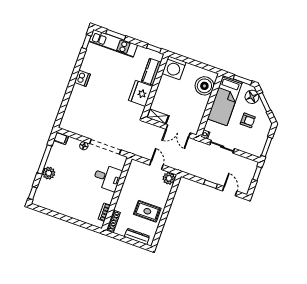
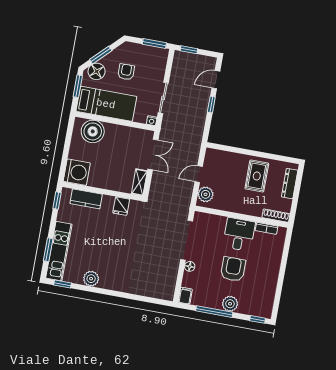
plant: (87, 65) -> (91, 279), added
dishwasher: (82, 78) -> (108, 282), removed
fridge: (141, 93) -> (121, 206), width x0.53, depth x0.75
desk: (107, 177) -> (239, 234), moved
plant: (169, 178) -> (206, 194), moved
armchair: (76, 180) -> (233, 269), added

